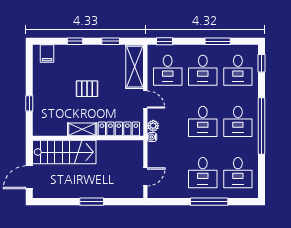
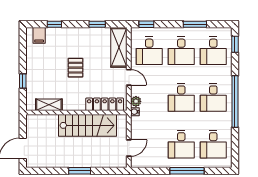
window: (75, 41) -> (54, 24), moved
pallet: (87, 89) -> (76, 68), turned 90
shelving: (82, 129) -> (49, 105), moved
stairs: (64, 152) -> (88, 125), moved

